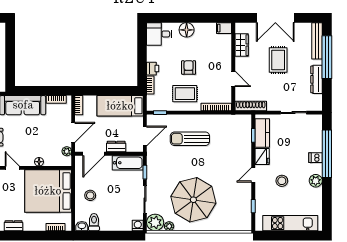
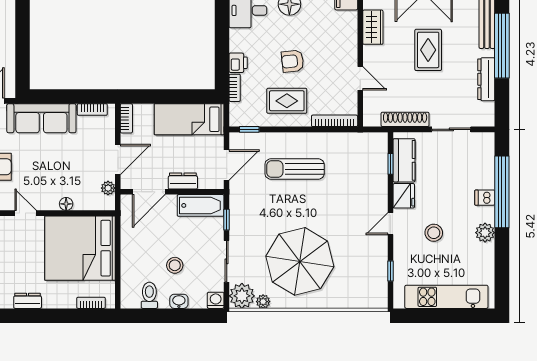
armchair: (189, 67) -> (293, 61), turned -96
shoe rack: (251, 106) -> (405, 119), moved
stool: (90, 195) -> (175, 265), moved
washbasin: (82, 226) -> (179, 301), moved

